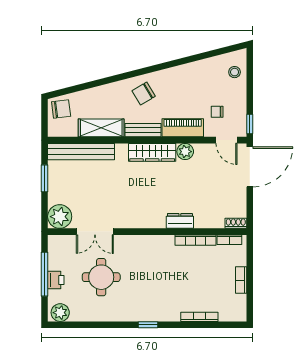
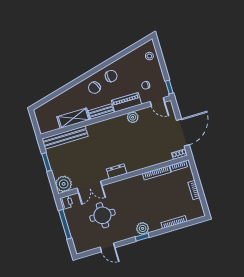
chair: (61, 109) -> (111, 76), moved
wardrobe: (152, 152) -> (111, 124), removed
door: (250, 167) -> (183, 133), moved
dresser: (180, 221) -> (117, 171), moved
printer: (56, 280) -> (66, 202), moved
plant: (60, 313) -> (143, 228), moved
door: (95, 325) -> (108, 247), added

